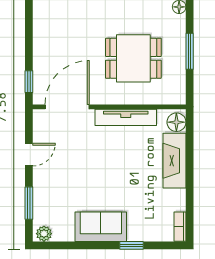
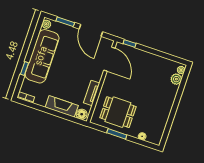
dining table: (133, 58) -> (118, 112), moved, turned 90
tv unit: (126, 117) -> (92, 93), width x0.71
door: (29, 155) -> (91, 30), width x1.88
sofa: (101, 227) -> (42, 56), width x1.85, depth x1.27

